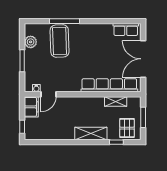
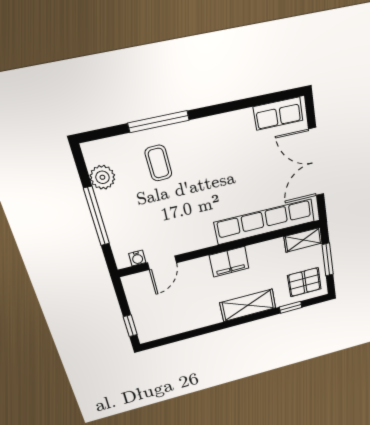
coffee table: (60, 41) -> (158, 163), width x0.54, depth x0.58
window: (22, 61) -> (97, 216), width x1.44
shelving: (116, 101) -> (303, 240), moved
filing cabinet: (31, 107) -> (229, 262), moved, turned 90
pallet: (127, 128) -> (304, 282), turned 90

